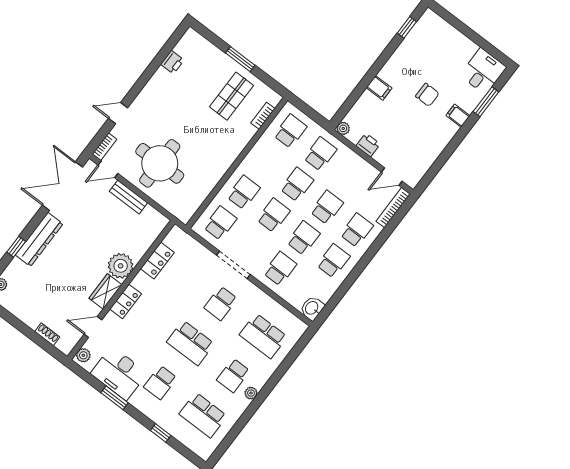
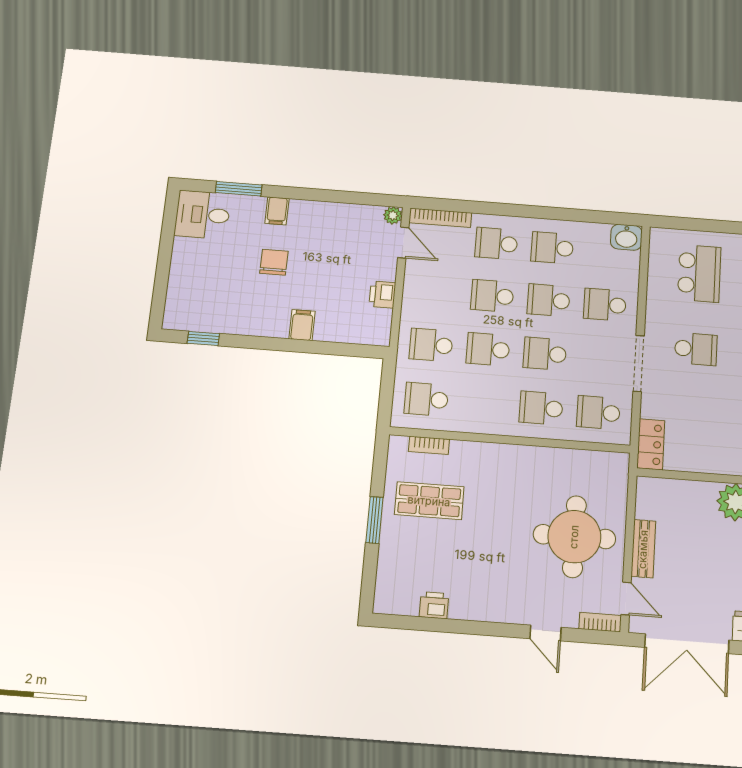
plant: (343, 128) -> (393, 215), moved
locker: (157, 261) -> (651, 444), moved, turned 90

